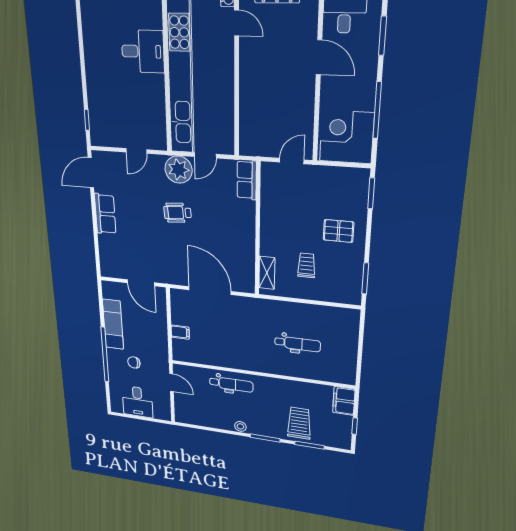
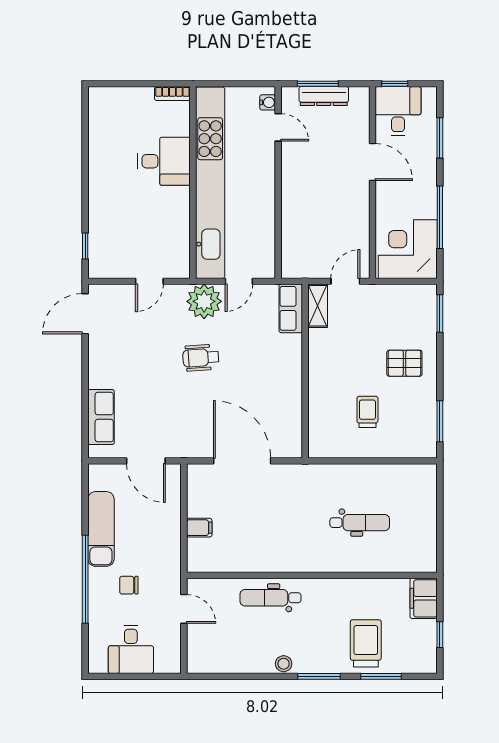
row of seats: (105, 214) -> (101, 417), moved
shelving: (267, 273) -> (318, 306), moved
dental chair: (231, 384) -> (271, 598), turned 180

